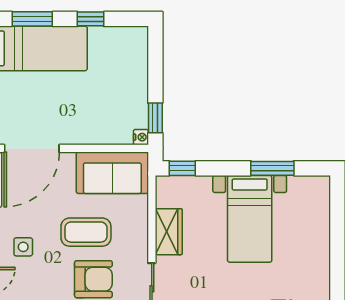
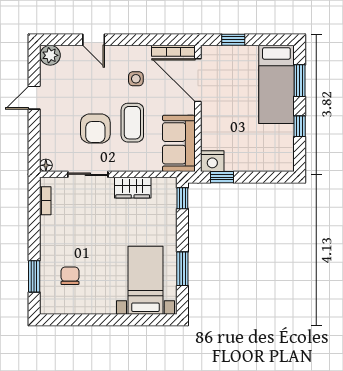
nightstand: (141, 137) -> (212, 161), width x1.89, depth x1.79
bed with nightstands: (250, 219) -> (145, 280), moved, turned 90
side table: (23, 247) -> (136, 79), moved

